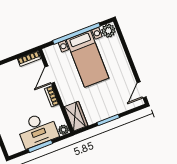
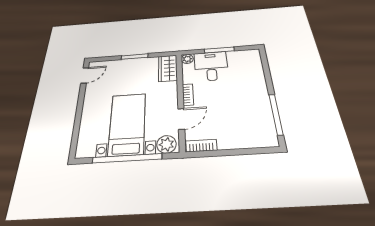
plant: (108, 31) -> (166, 144), moved
desk: (38, 130) -> (211, 66), width x0.73

